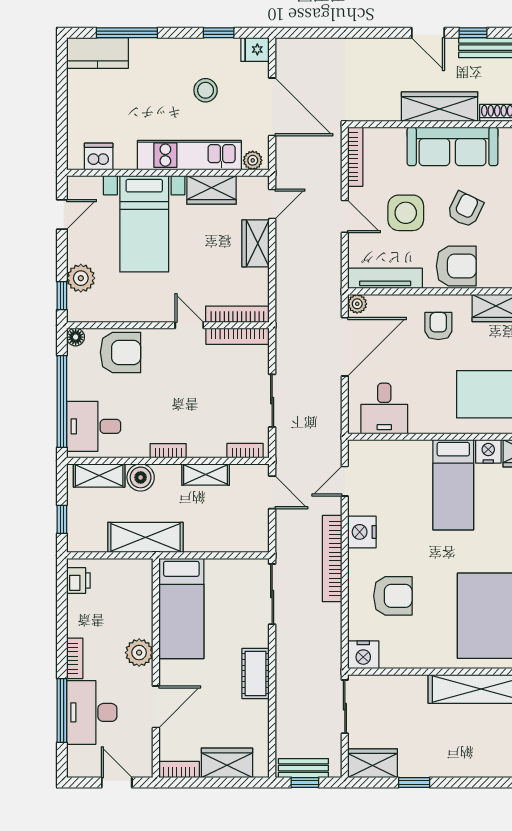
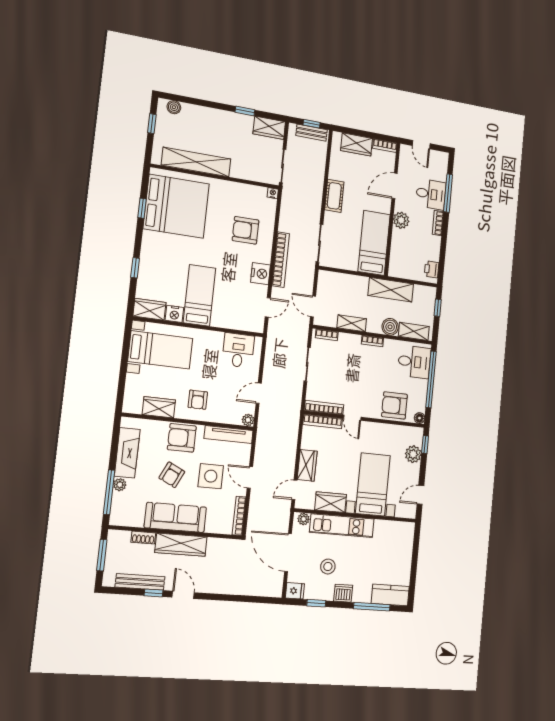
dishwasher: (99, 156) -> (343, 593), moved, turned 180
door: (345, 347) -> (259, 393), width x0.53
nightstand: (363, 655) -> (273, 193), width x0.53, depth x0.56
desk: (92, 712) -> (431, 194), width x0.73

